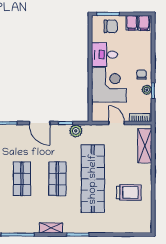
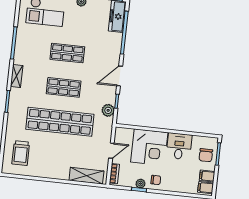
trolley: (129, 192) -> (21, 153), moved

